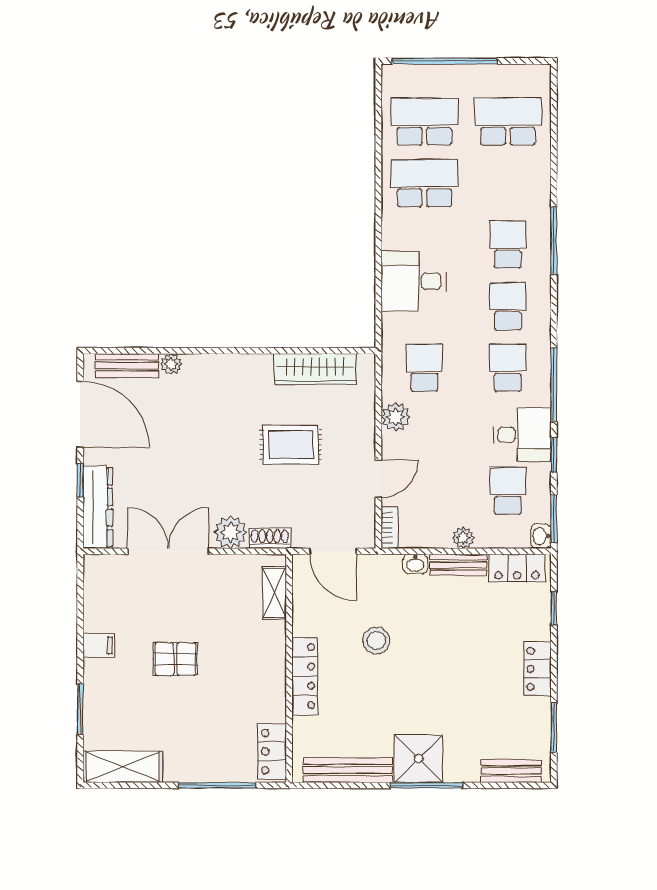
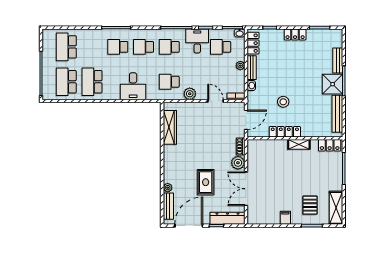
rug: (291, 445) -> (206, 182), moved
shelving: (274, 593) -> (299, 144), moved
pallet: (175, 659) -> (310, 205), moved
locker: (305, 676) -> (285, 132), moved
bench: (511, 771) -> (338, 61), moved

